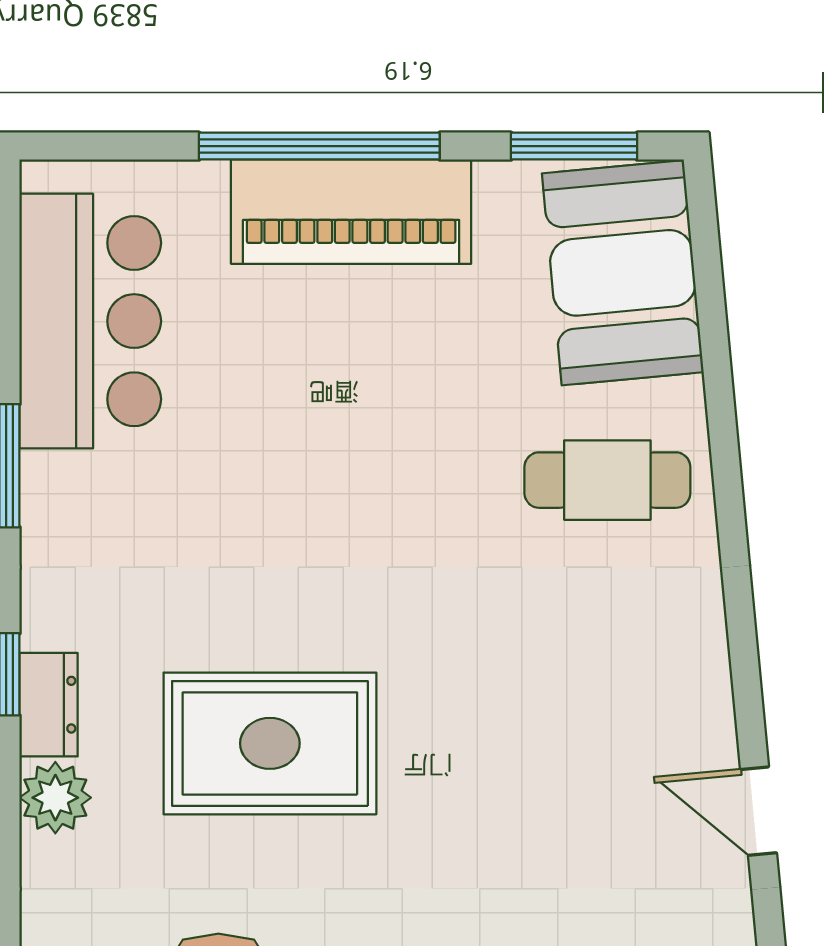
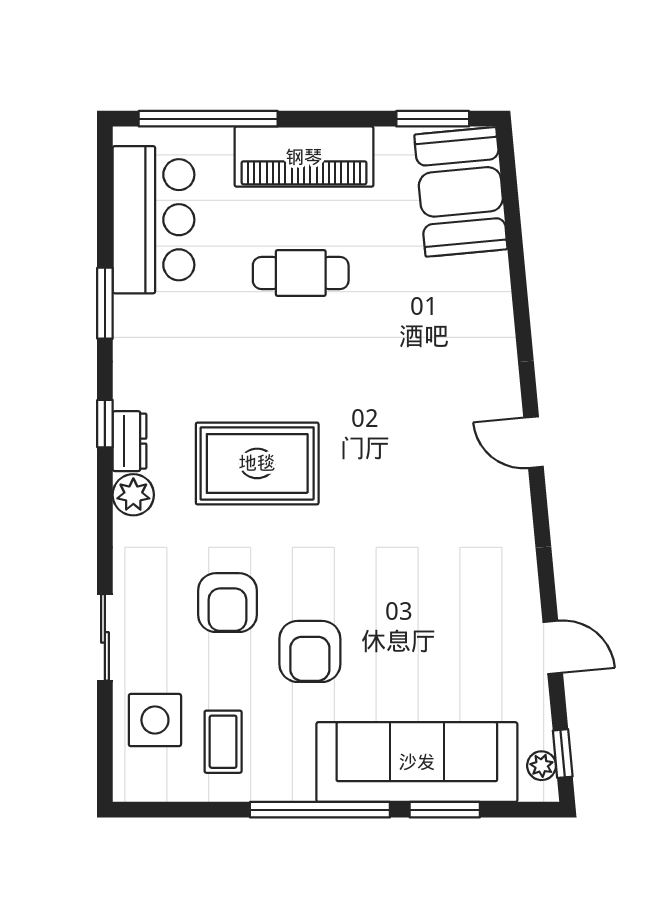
window: (319, 146) -> (208, 119), moved
cafe table: (607, 480) -> (301, 273), moved
door: (758, 811) -> (534, 442), moved

